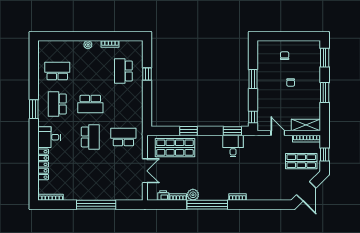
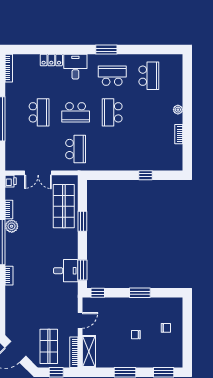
school desk: (123, 71) -> (39, 112), moved, turned 90
locker: (43, 164) -> (51, 60), width x0.66
printer: (163, 196) -> (11, 181), moved

